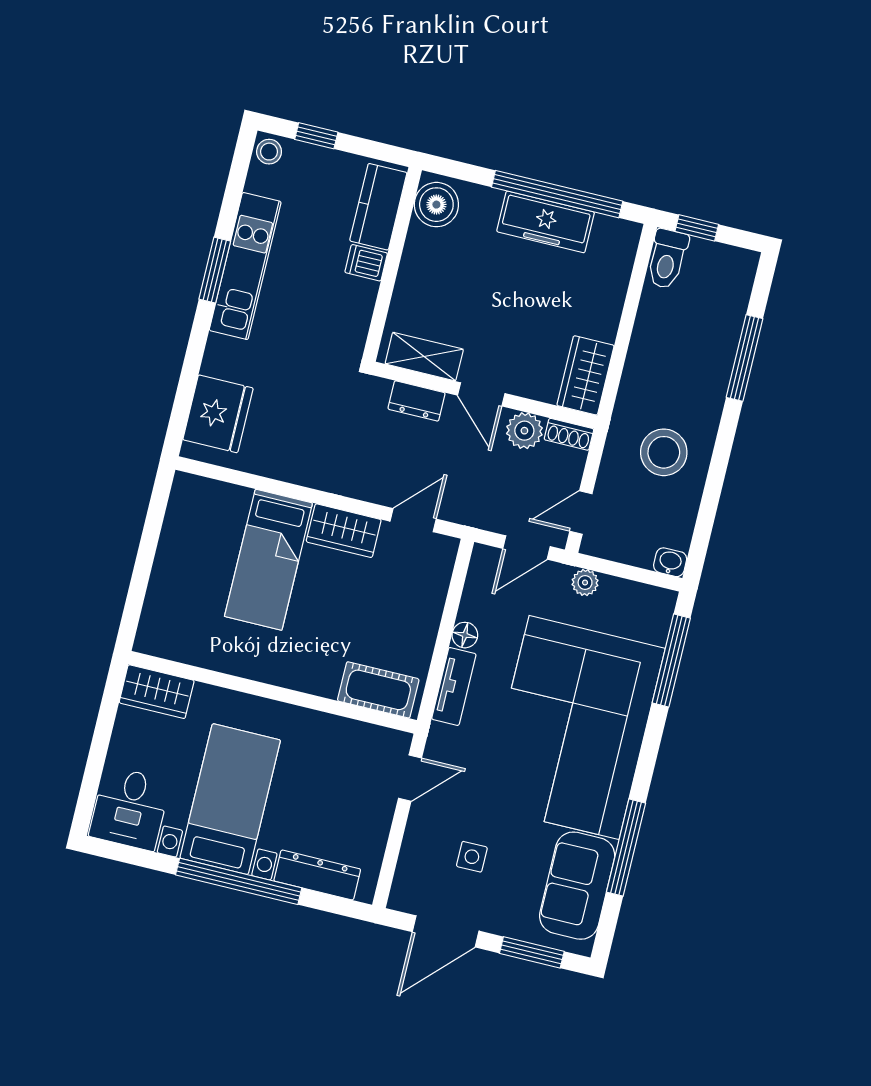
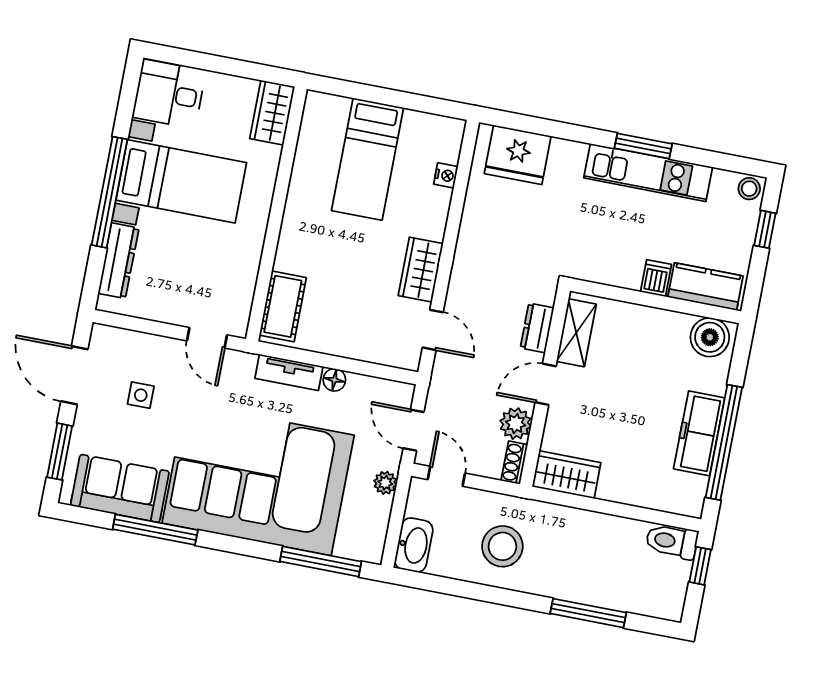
nightstand: (238, 497) -> (446, 175), added
bed: (269, 560) -> (368, 159), moved, turned -90
washbasin: (670, 562) -> (414, 545), width x1.91, depth x1.45

